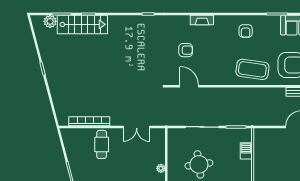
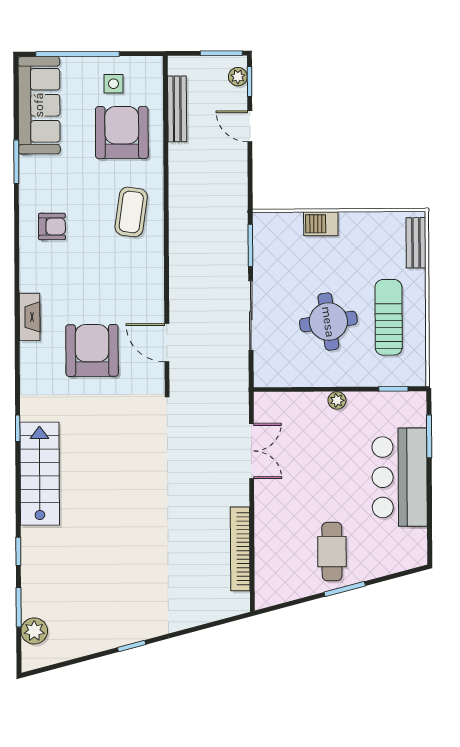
stairs: (82, 24) -> (40, 474), moved
armchair: (186, 50) -> (92, 350), width x1.88, depth x1.88
coffee table: (252, 69) -> (131, 212), width x0.73, depth x0.76
door: (189, 86) -> (167, 343), hinge flipped
cafe table: (102, 144) -> (332, 552), moved, turned 90
barbecue: (246, 151) -> (321, 224), moved

